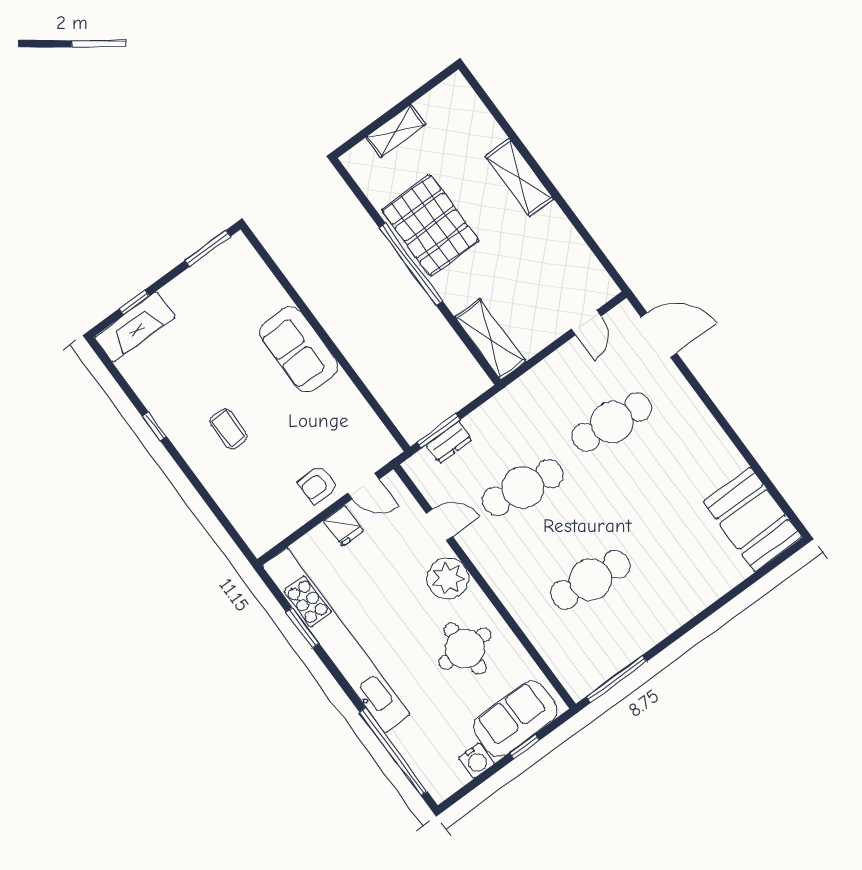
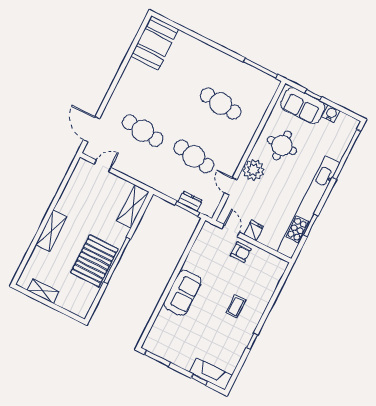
shelving: (396, 131) -> (43, 291), moved

